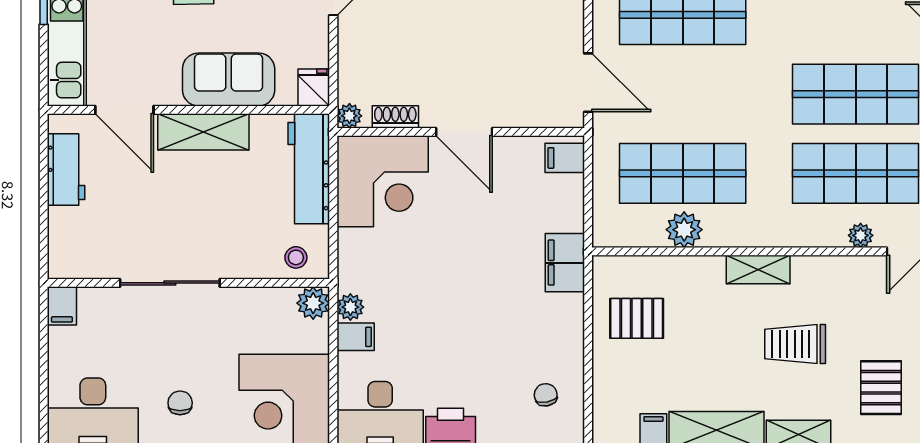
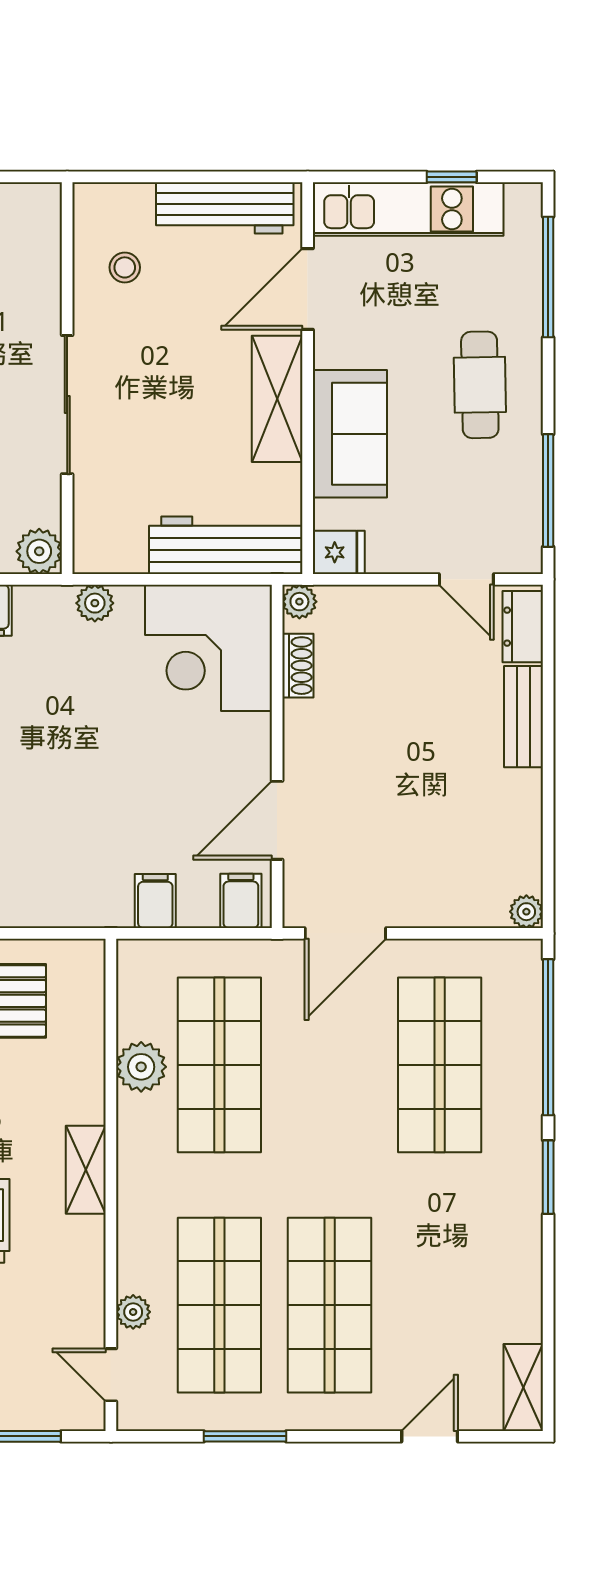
door: (464, 132) -> (277, 820), moved
workbench: (66, 169) -> (225, 208), width x1.38
stool: (296, 257) -> (125, 267), moved
filing cabinet: (565, 263) -> (155, 901), moved, width x0.50
sliding door: (170, 283) -> (67, 405), moved
filing cabinet: (62, 306) -> (35, 202), removed
plant: (350, 307) -> (95, 603), moved

